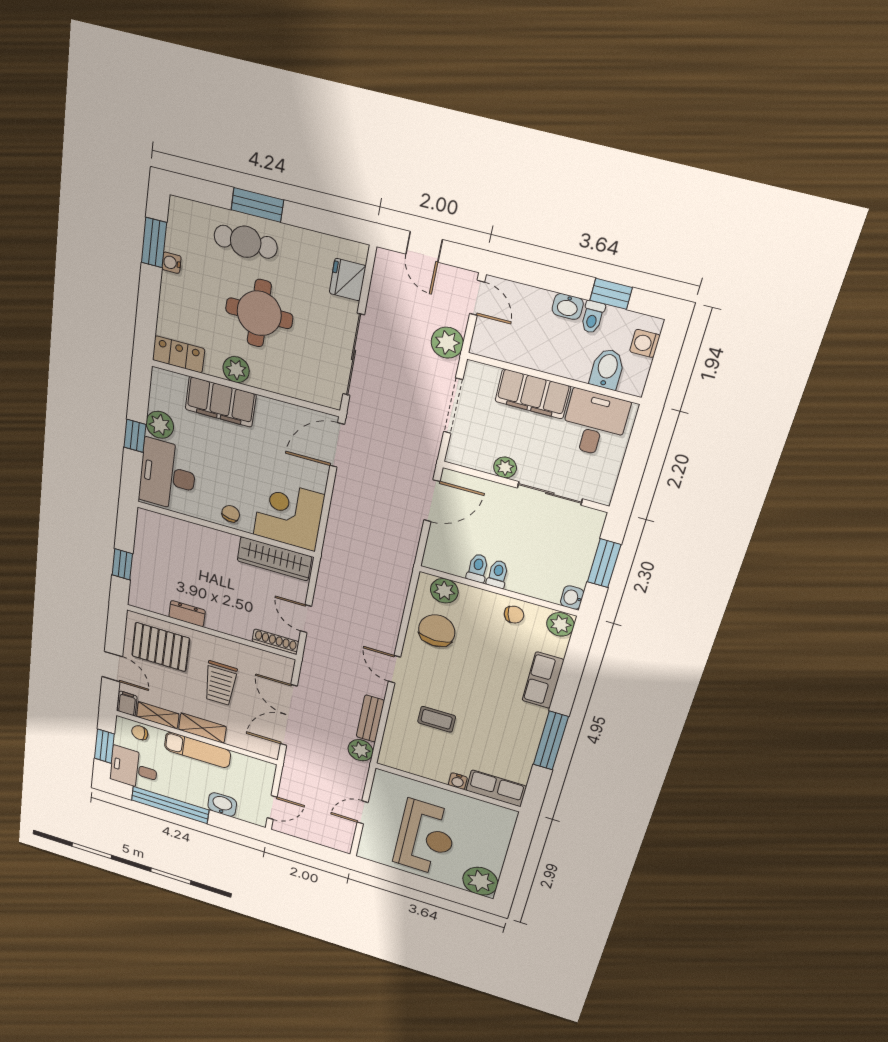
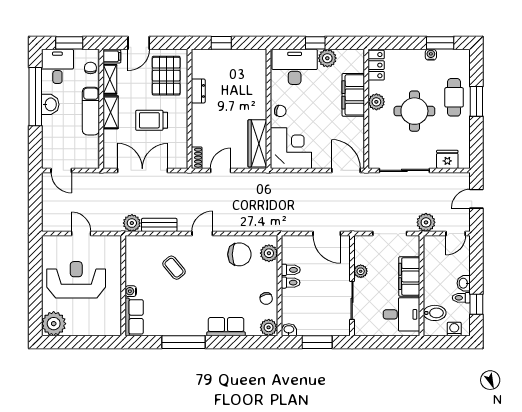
shoe rack: (275, 642) -> (197, 158), width x0.70
coffee table: (437, 719) -> (174, 268), turned -40
washbasin: (222, 805) -> (50, 104), moved
reception desk: (426, 838) -> (76, 280), turned 180

